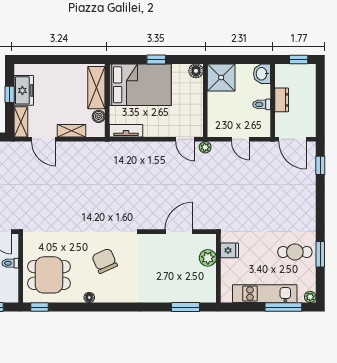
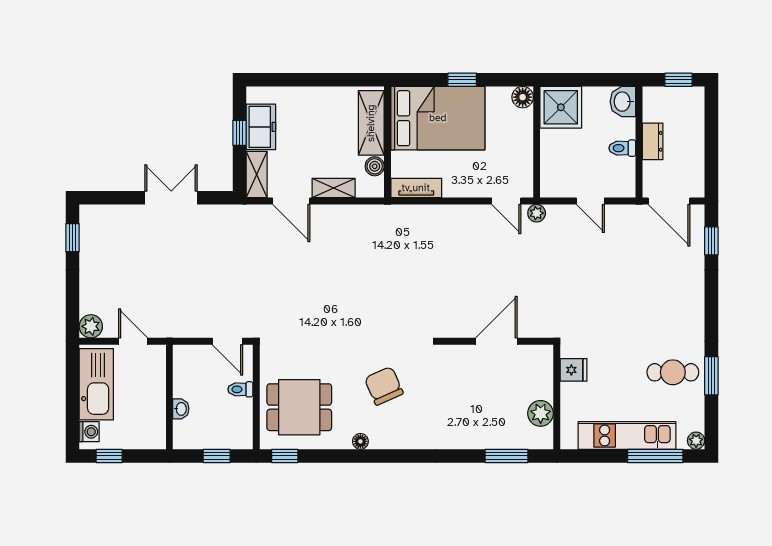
plant: (208, 258) -> (541, 413), moved

